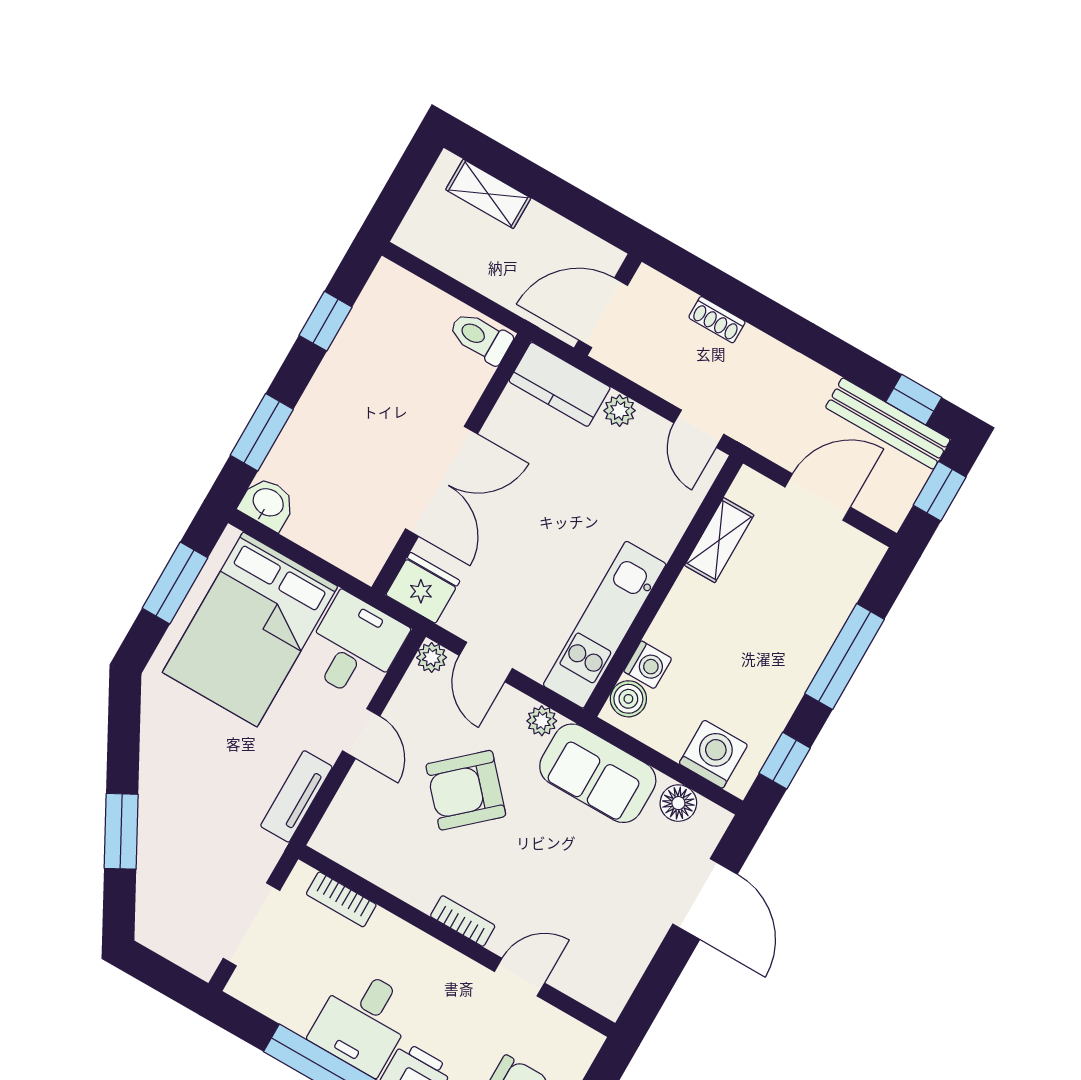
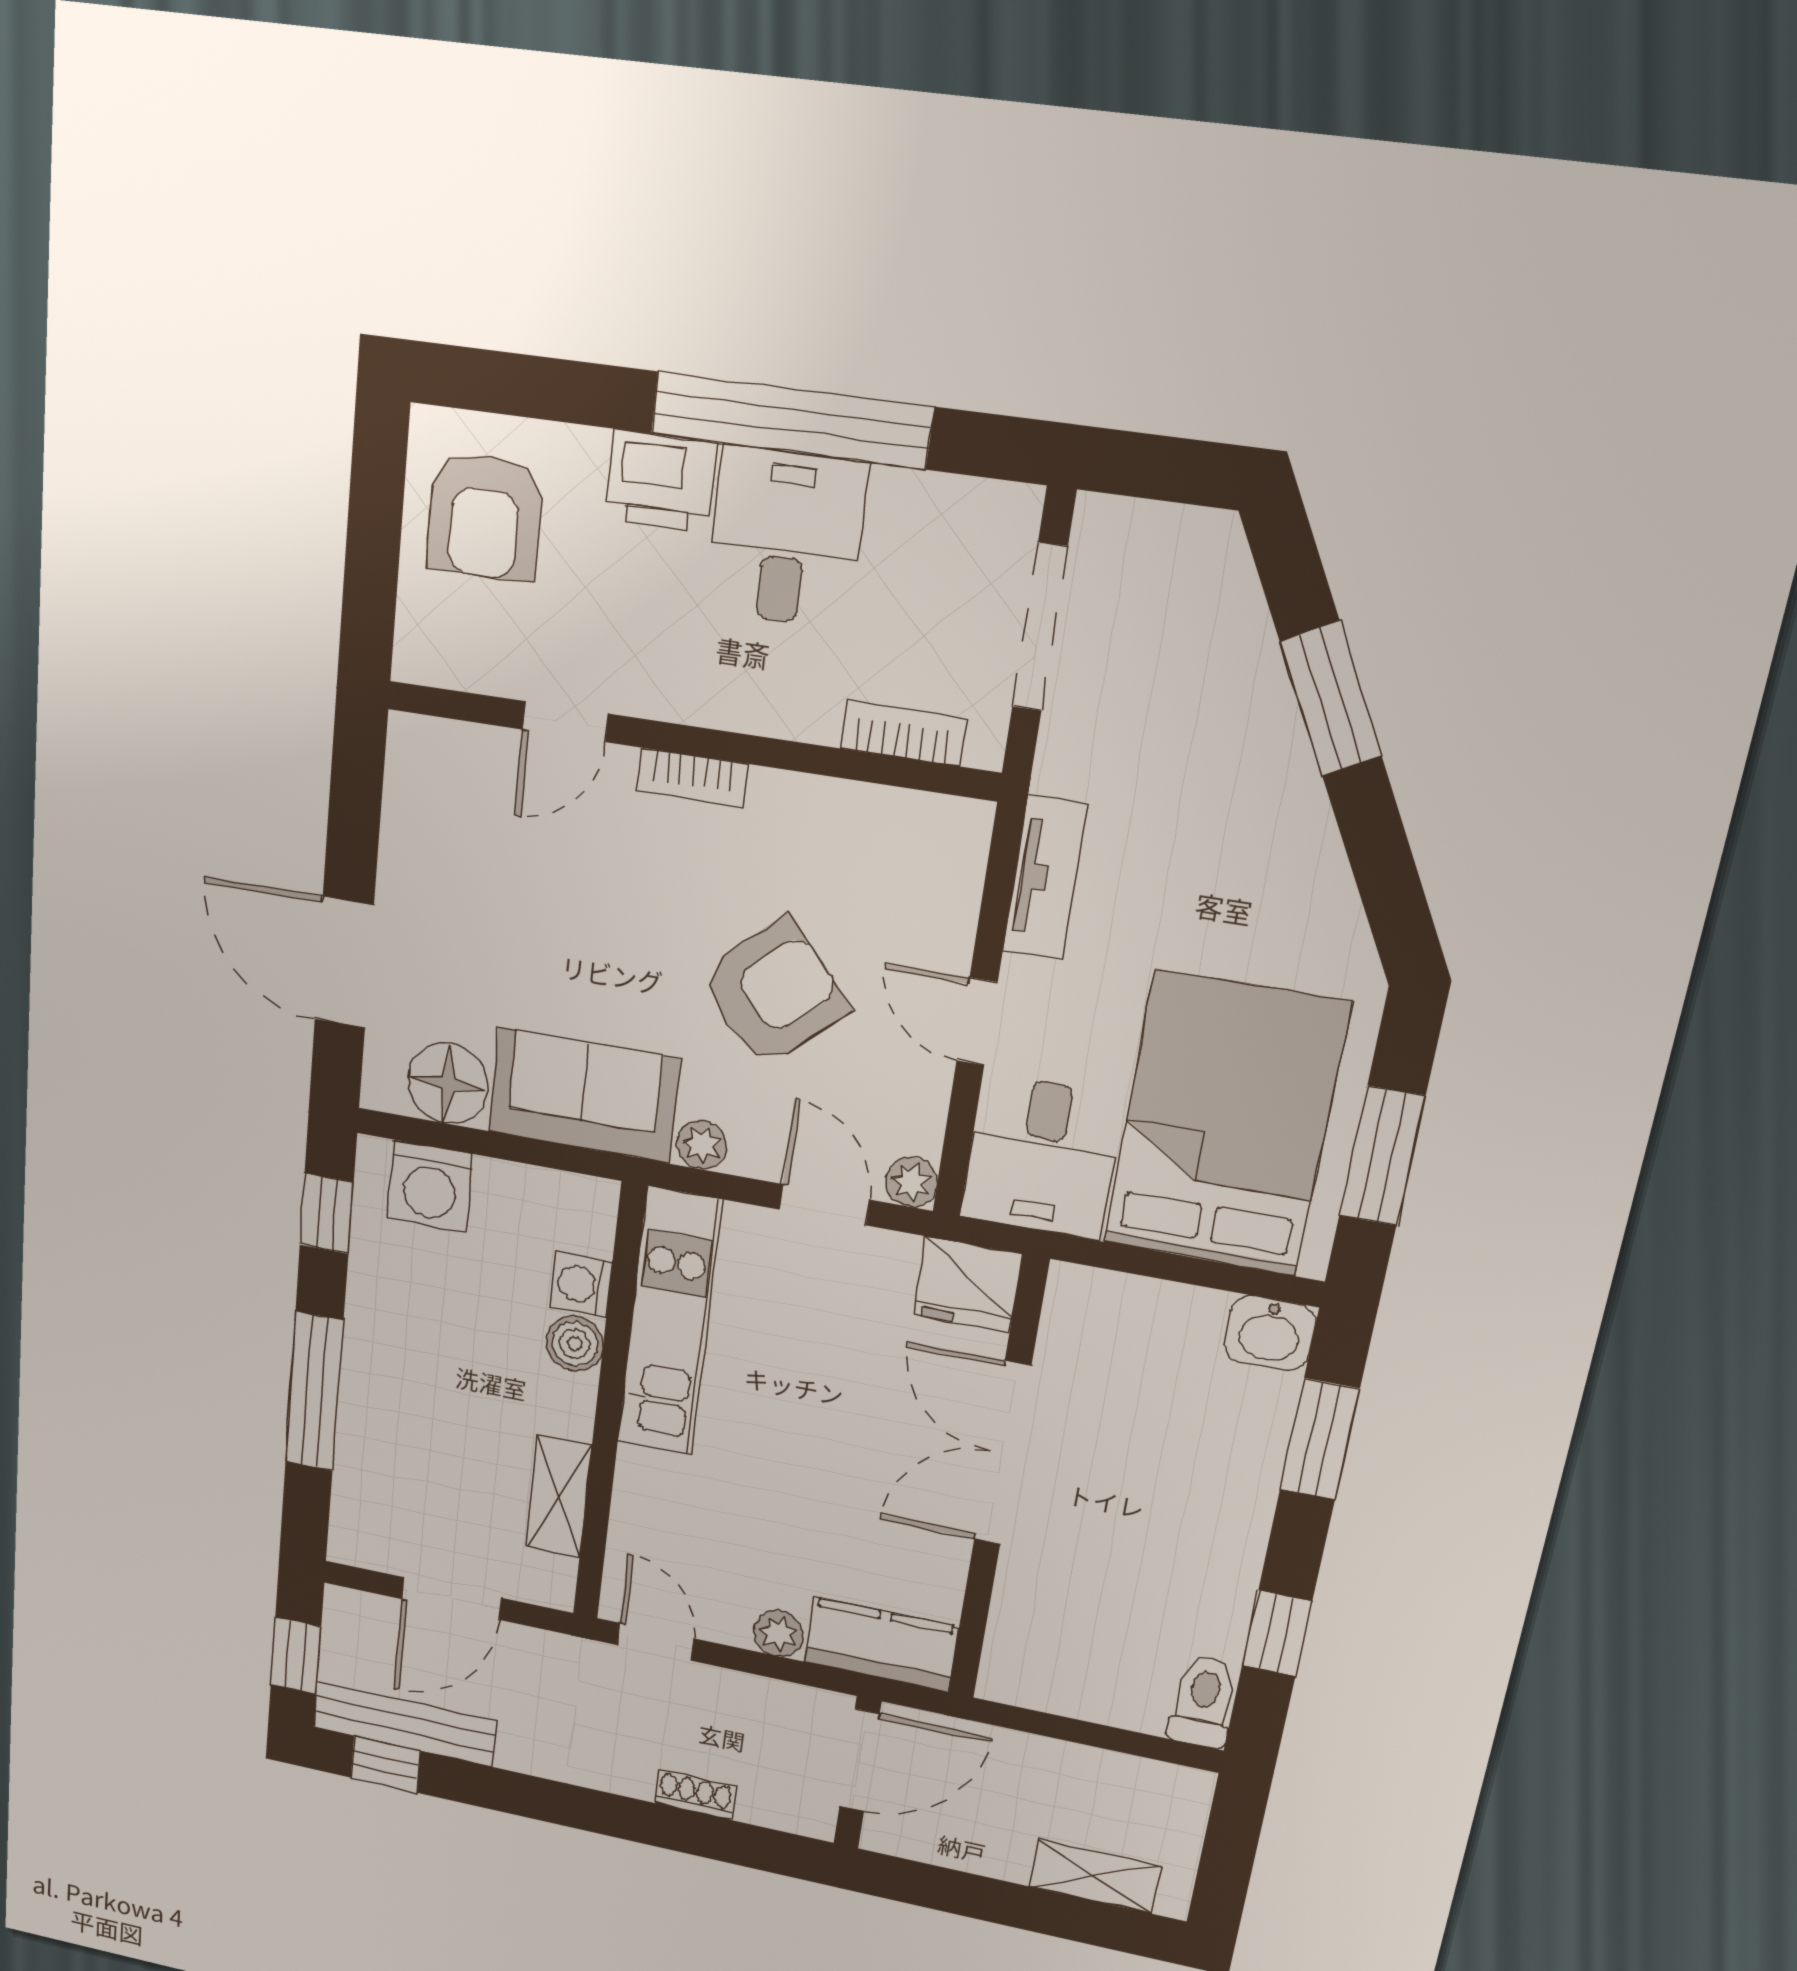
toilet: (480, 337) -> (1203, 1702), moved, turned -90
boiler: (628, 699) -> (575, 1344), moved
floor lamp: (678, 803) -> (448, 1083), width x1.38, depth x1.38

